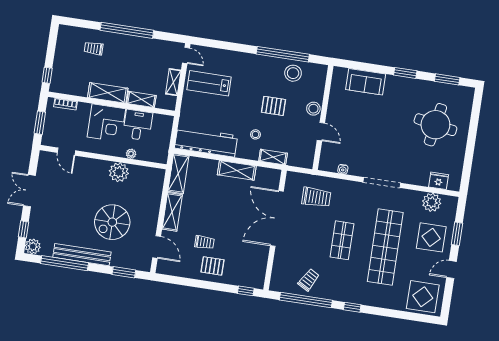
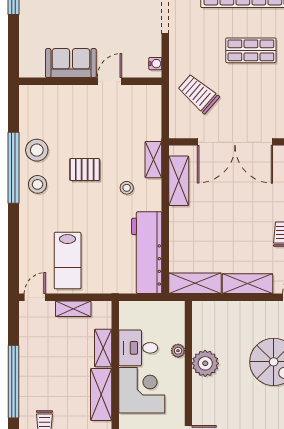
sofa: (366, 82) -> (71, 63), moved, turned -90
pallet: (274, 106) -> (85, 170), turned 90
stool: (313, 109) -> (37, 184), moved
wall: (323, 118) -> (90, 81), moved
door: (321, 132) -> (109, 81), moved
shelving: (237, 170) -> (179, 181), moved
trolley: (316, 197) -> (198, 94), turned -49

